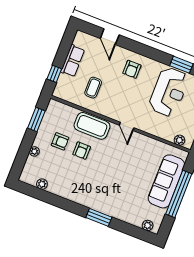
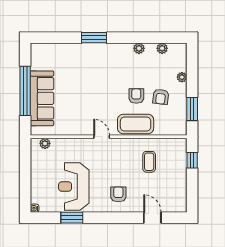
row of seats: (73, 61) -> (179, 180), removed
armchair: (60, 141) -> (161, 97), turned -83
plant: (148, 225) -> (139, 48), moved

